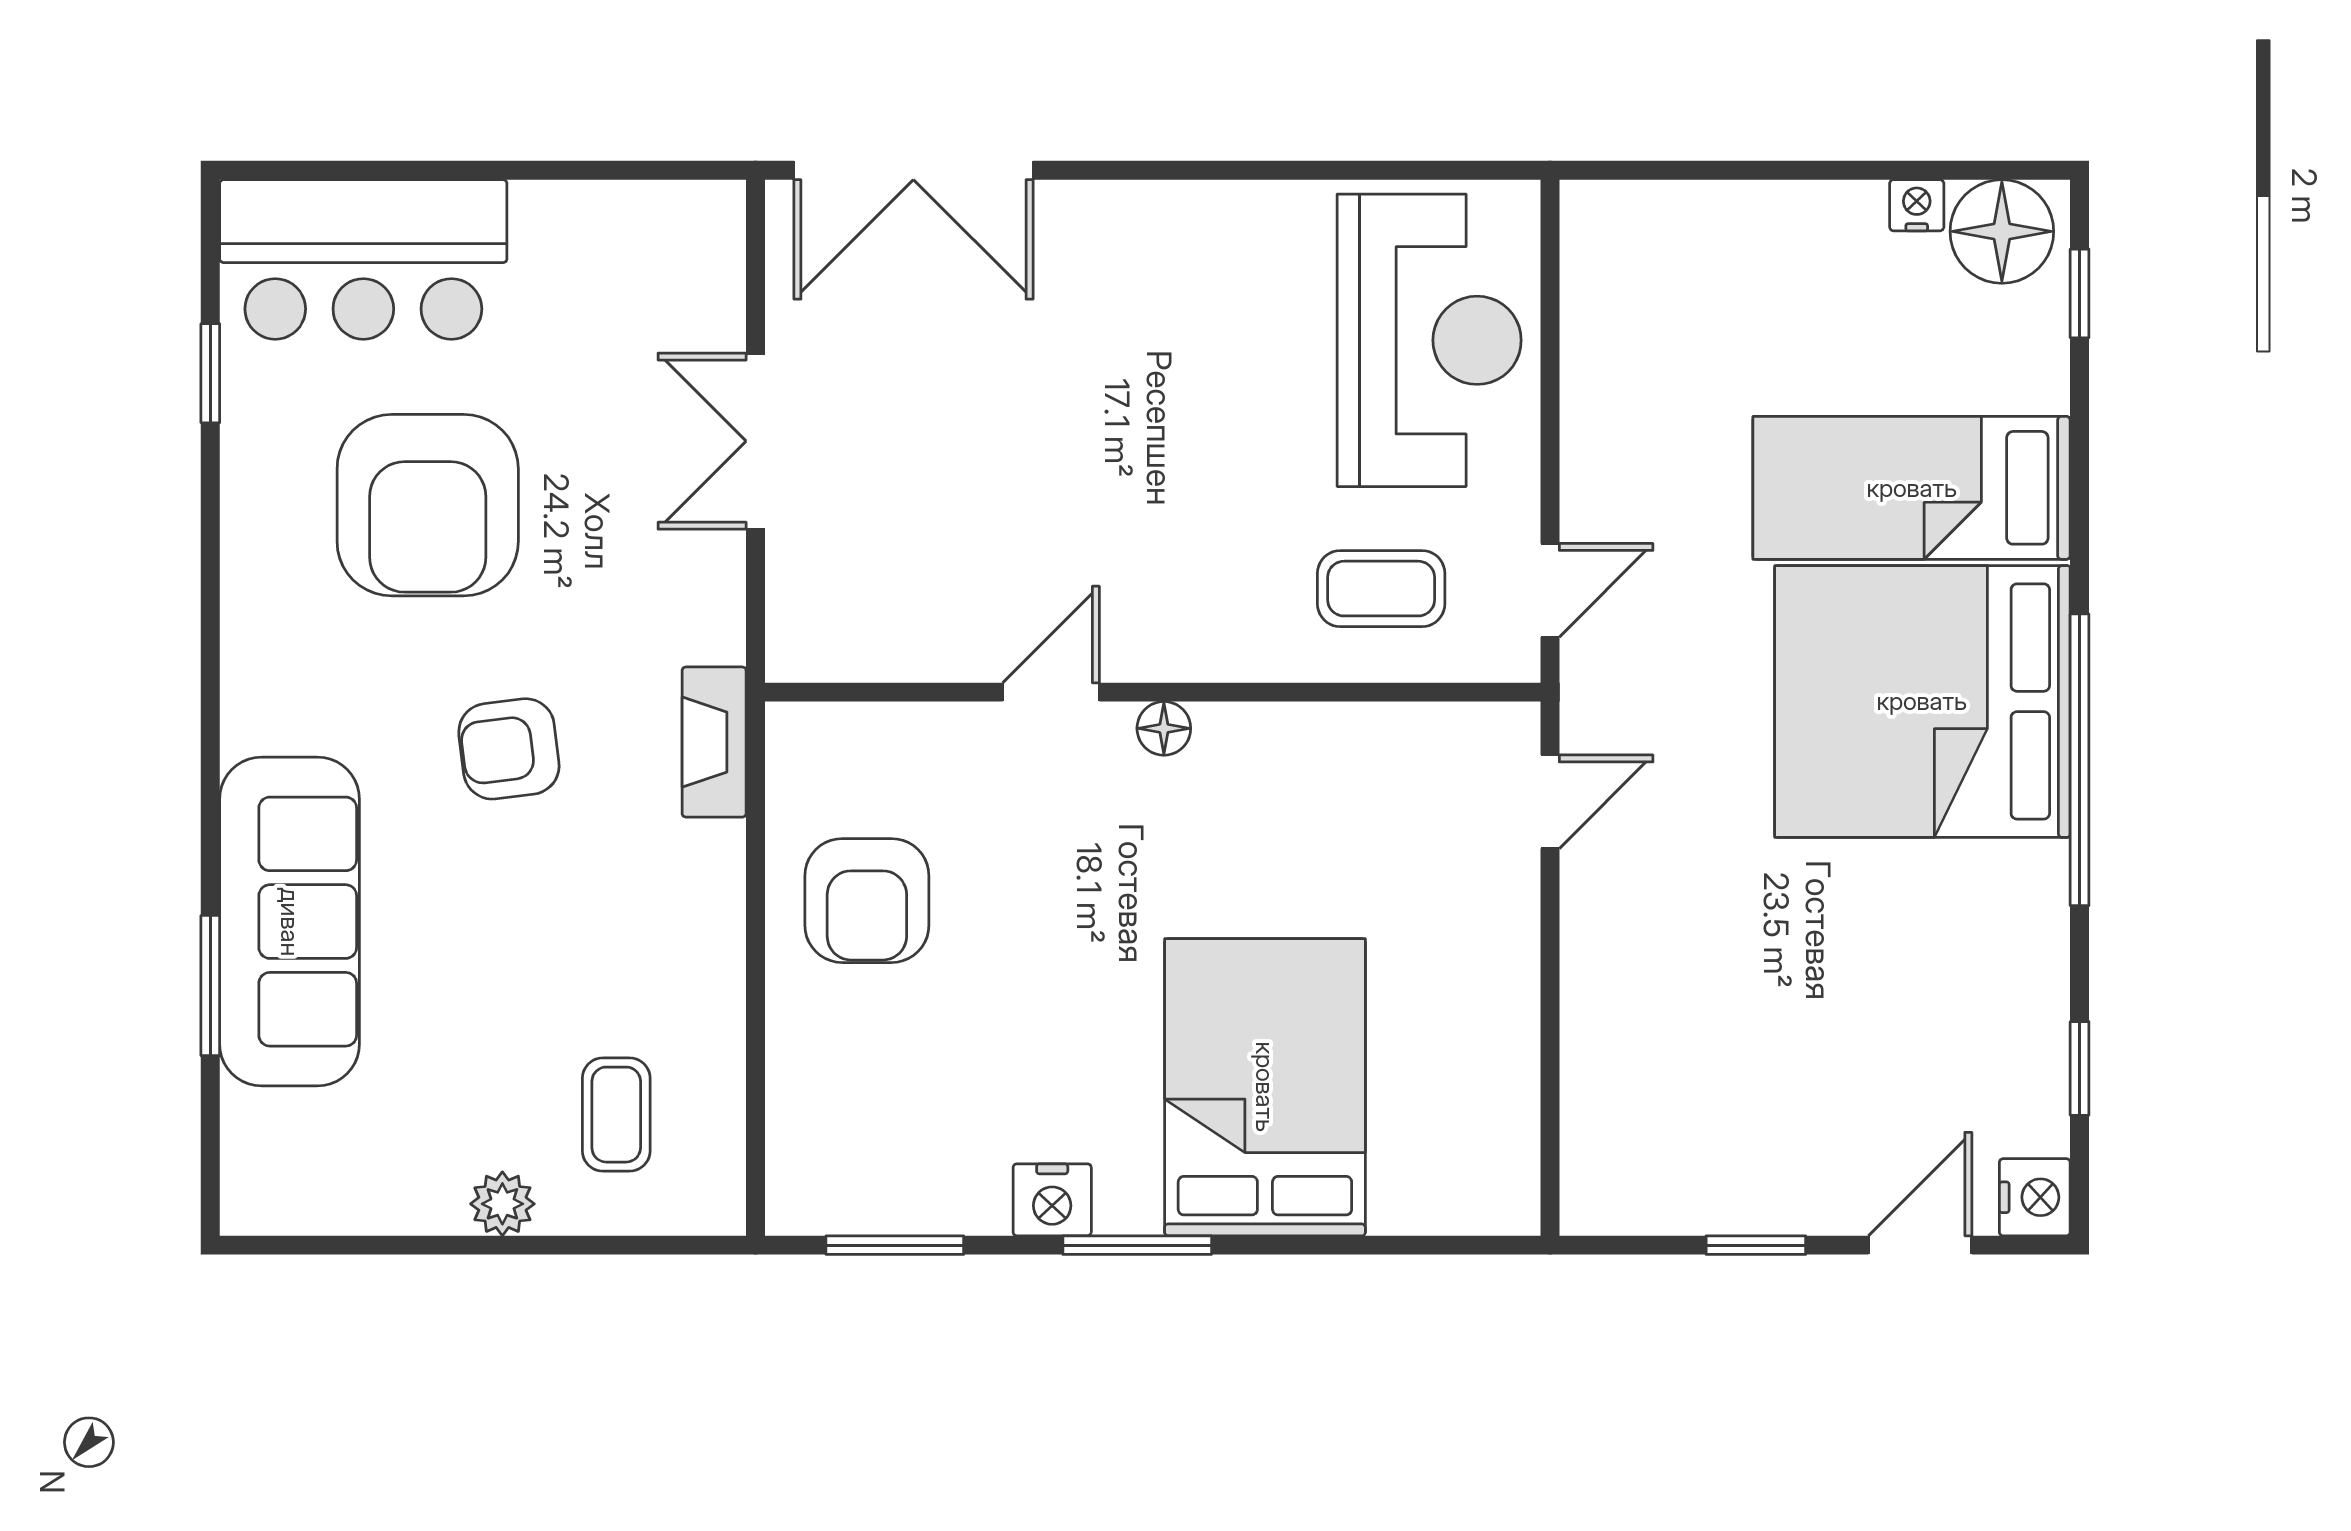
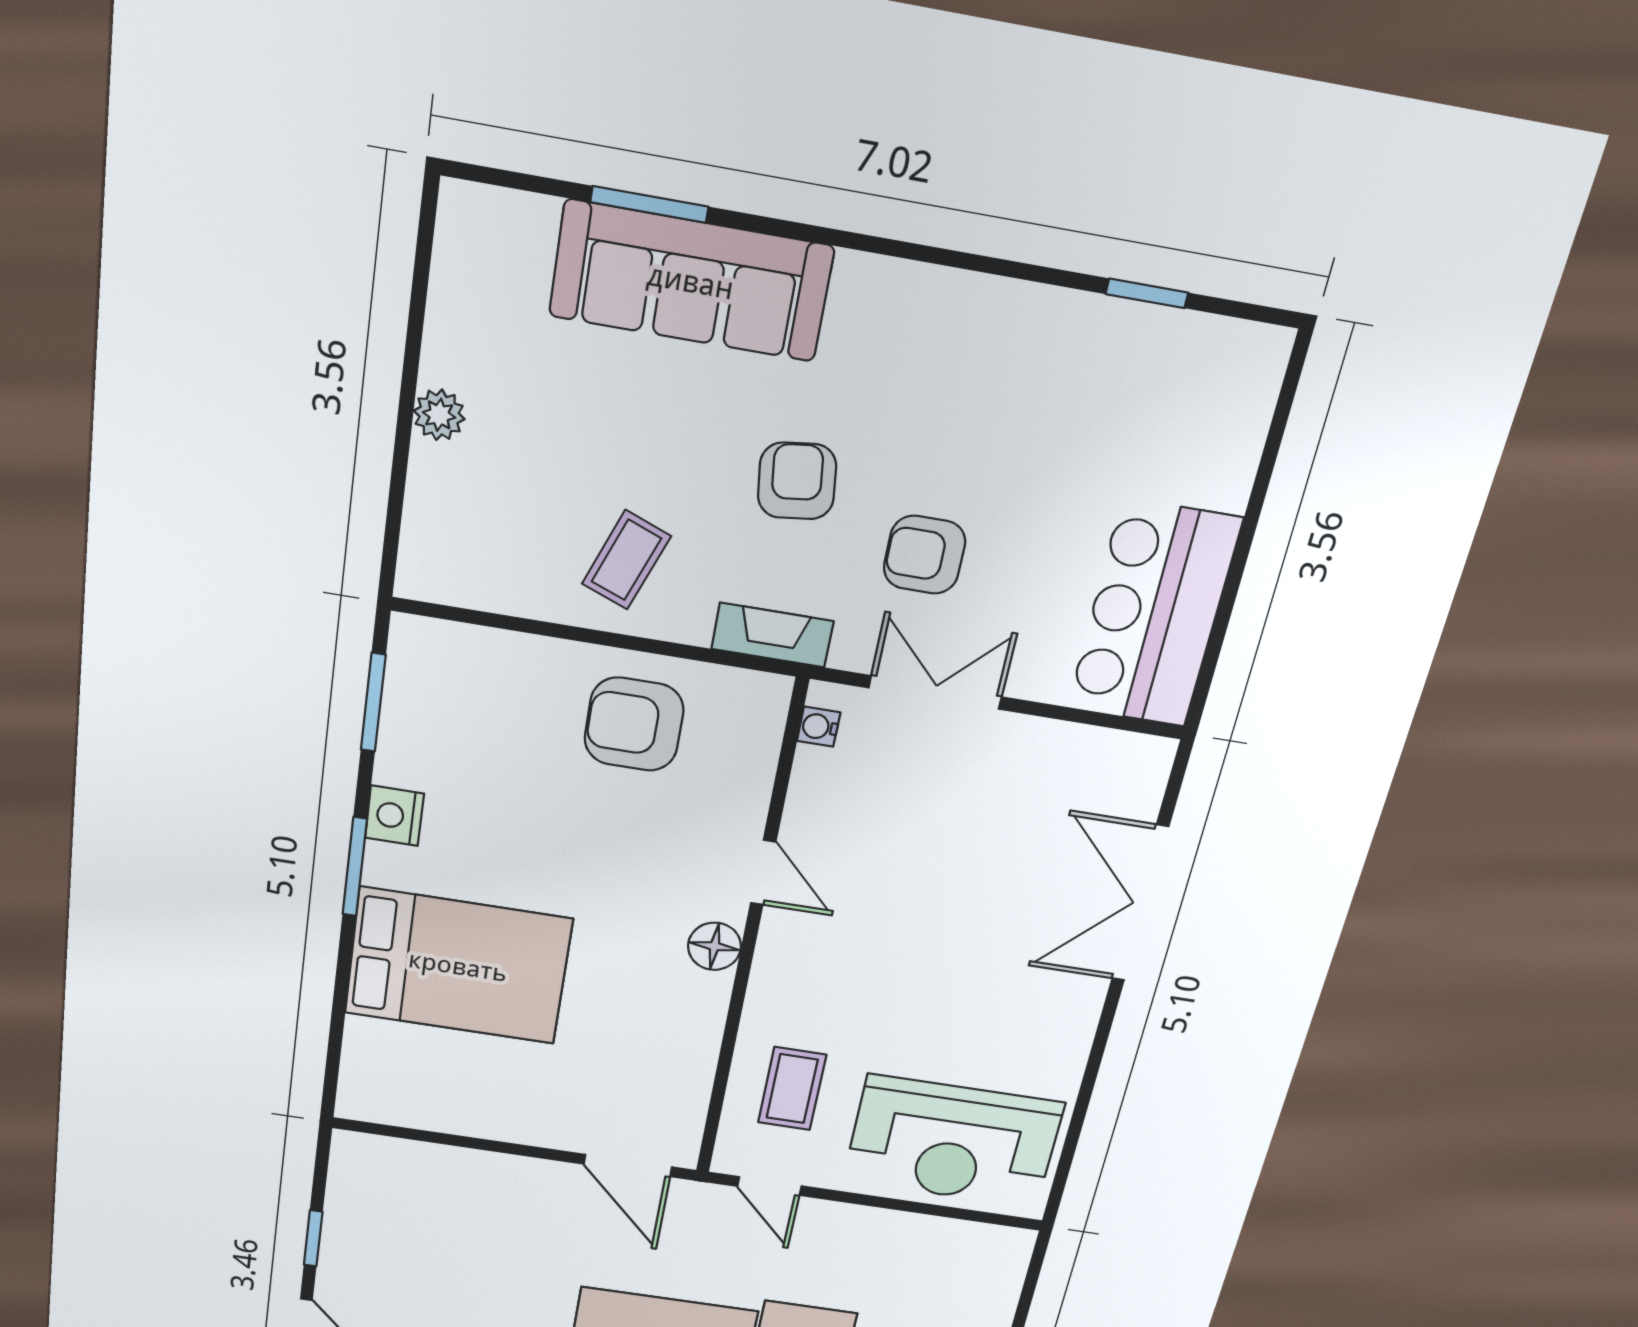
double door: (913, 170) -> (1140, 904), moved
bar counter: (363, 259) -> (1154, 614), moved
double door: (756, 441) -> (935, 692), moved
armchair: (428, 505) -> (924, 555), moved, width x0.53, depth x0.53
water cooler: (829, 658) -> (819, 727), added
floor lamp: (1164, 728) -> (714, 946), width x1.37, depth x1.37
door: (1550, 802) -> (628, 1165), width x1.37
coffee table: (616, 1115) -> (626, 560), moved, turned -69

